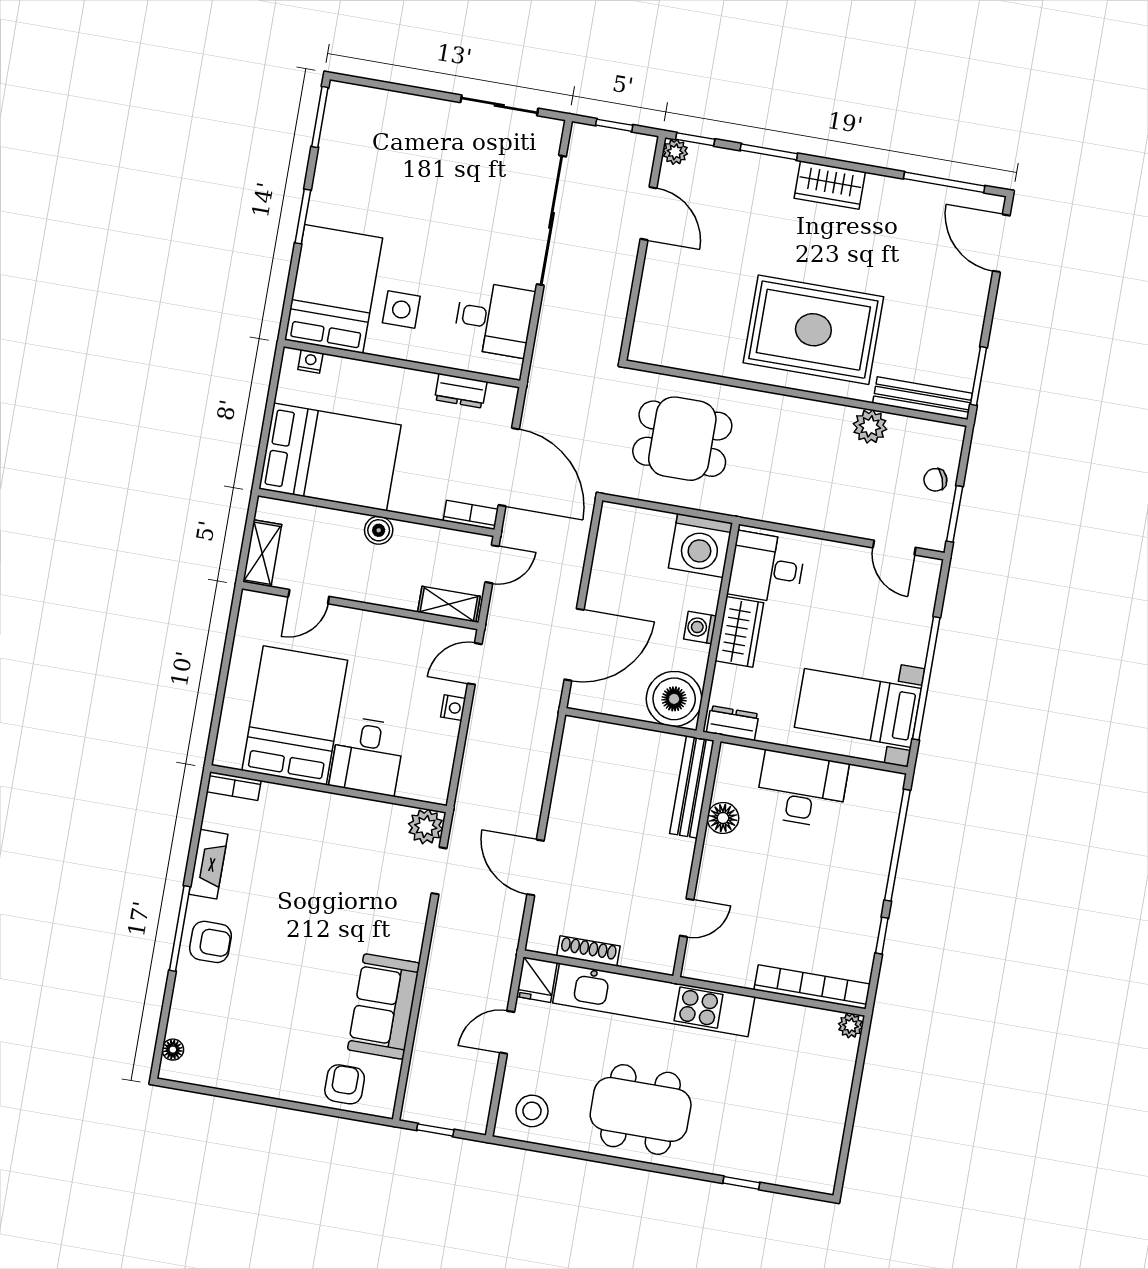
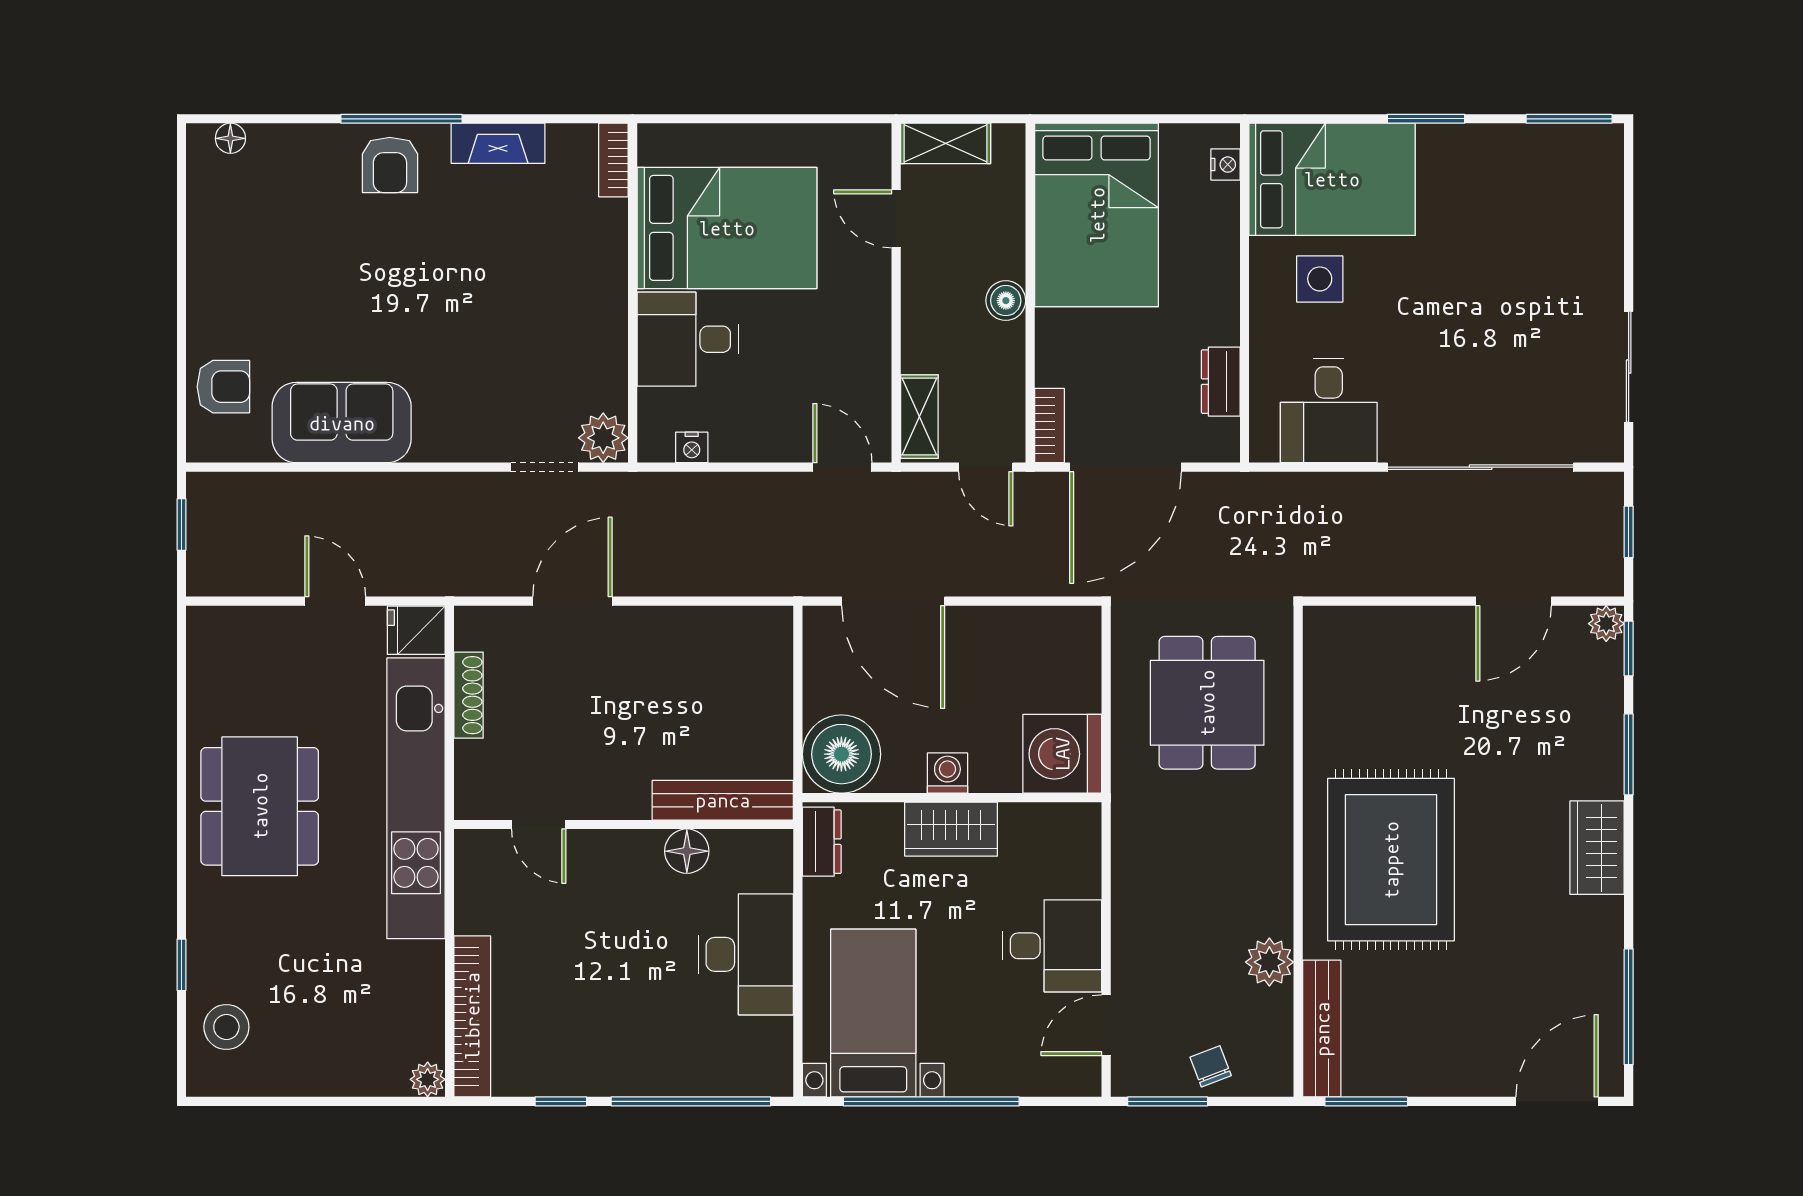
desk: (767, 568) -> (1052, 946), moved, turned 90
nightstand: (453, 708) -> (692, 447), moved
stool: (532, 1111) -> (226, 1027), moved

